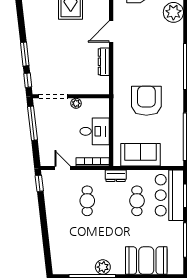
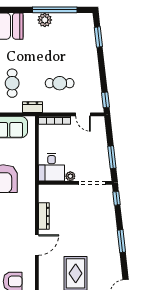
window: (25, 54) -> (121, 241), moved
window: (33, 123) -> (112, 157), width x0.69
desk: (95, 131) -> (52, 167), moved, turned -90
cafe table: (87, 201) -> (60, 83), turned 90
window: (47, 249) -> (98, 37), added

